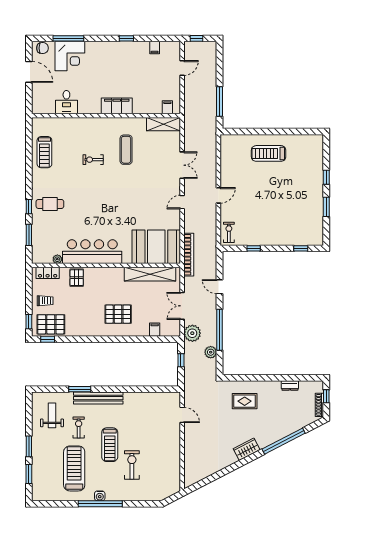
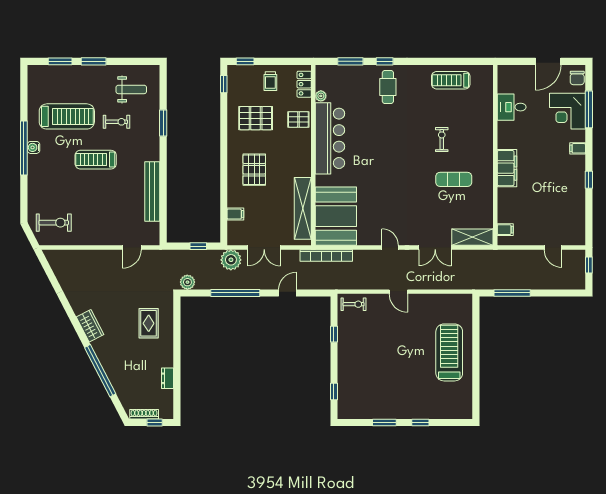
filing cabinet: (155, 48) -> (578, 148), moved
shelving: (163, 124) -> (472, 237), moved, turned 90
treadmill: (269, 153) -> (449, 352), width x1.37, depth x1.38
double door: (182, 306) -> (264, 247), swing flipped
pallet: (51, 324) -> (256, 118), moved, turned 90
plant: (211, 352) -> (187, 282), moved
bench: (98, 398) -> (152, 192), moved
exercise bike: (132, 465) -> (54, 223), moved

